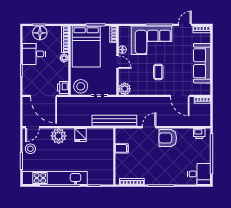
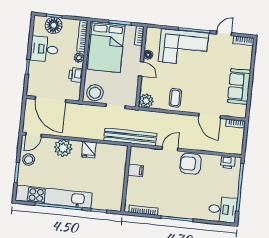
sofa: (202, 63) -> (239, 86), width x0.73
coffee table: (158, 72) -> (175, 98), moved
printer: (63, 88) -> (76, 75), moved

